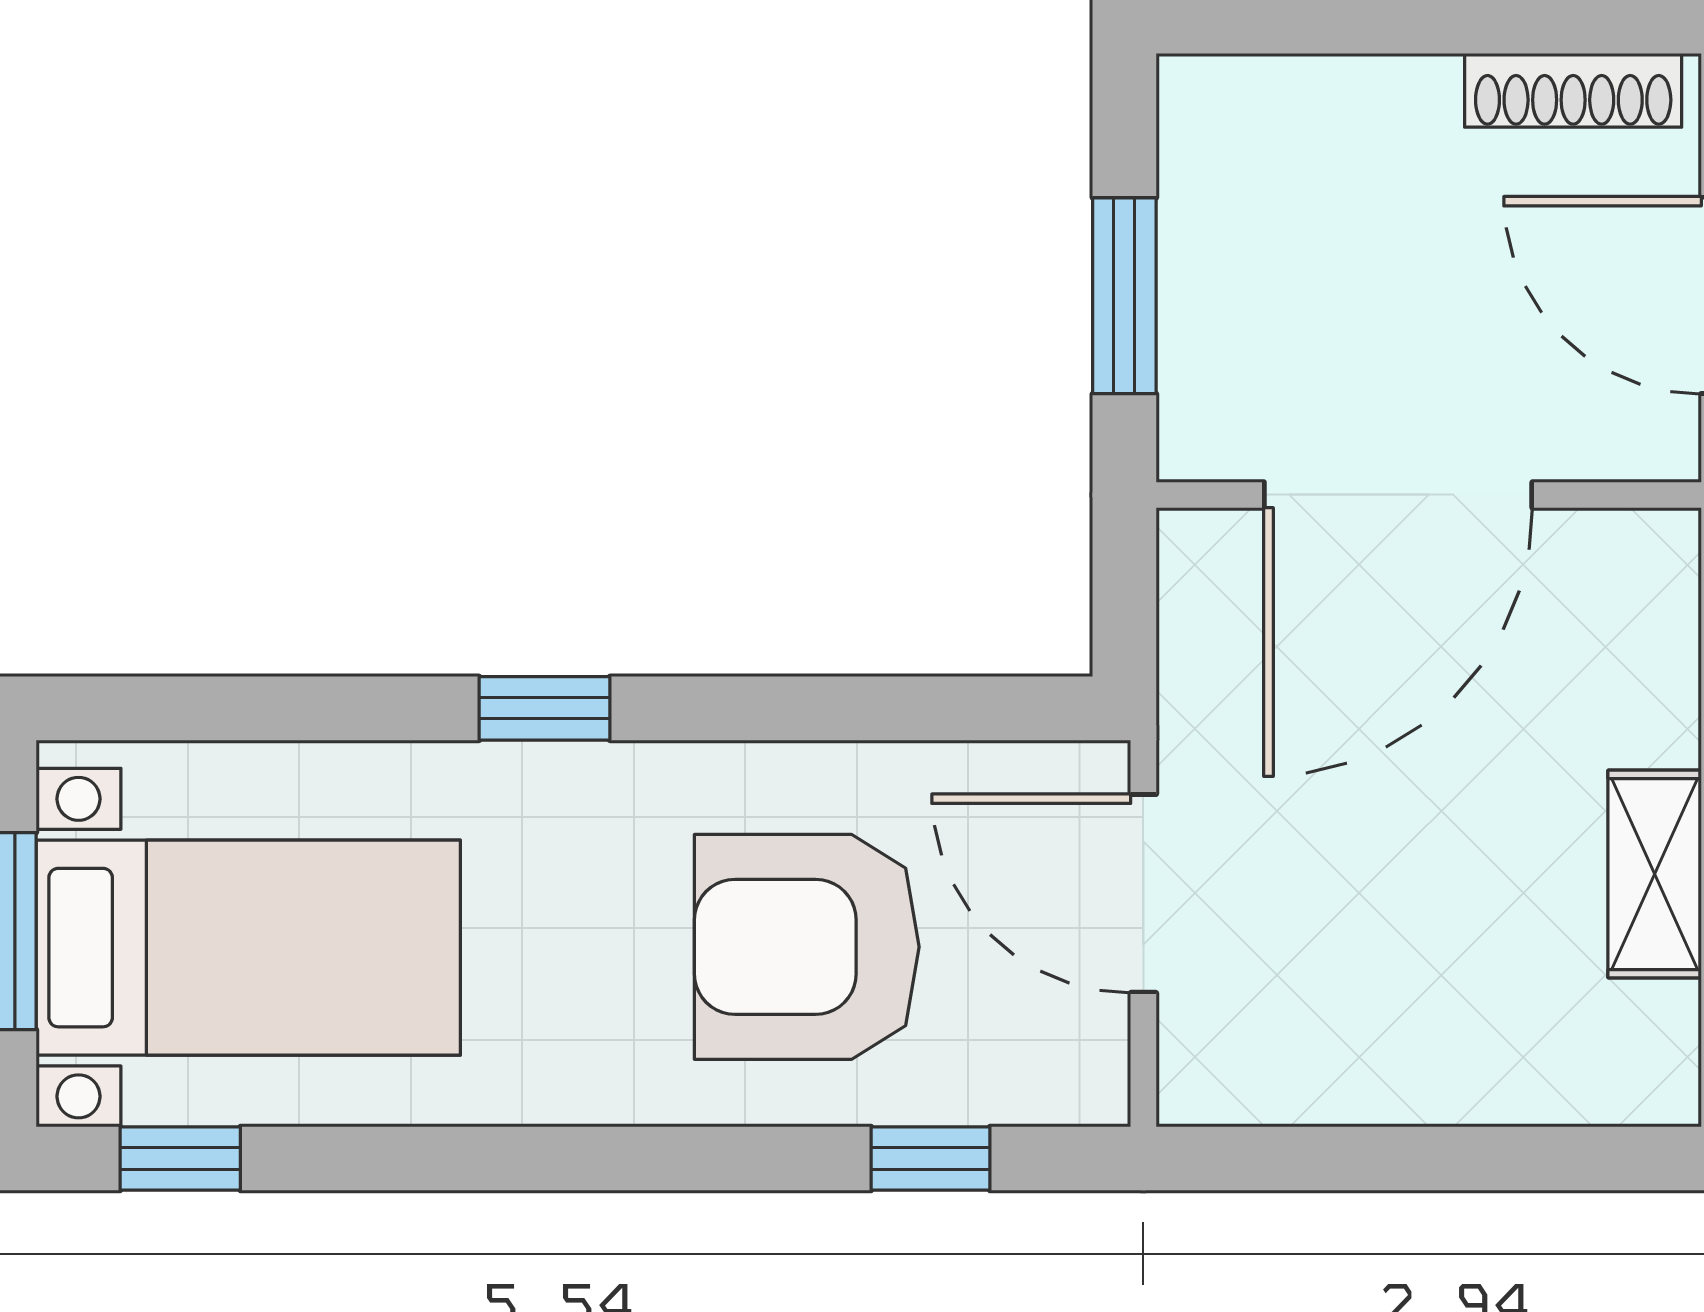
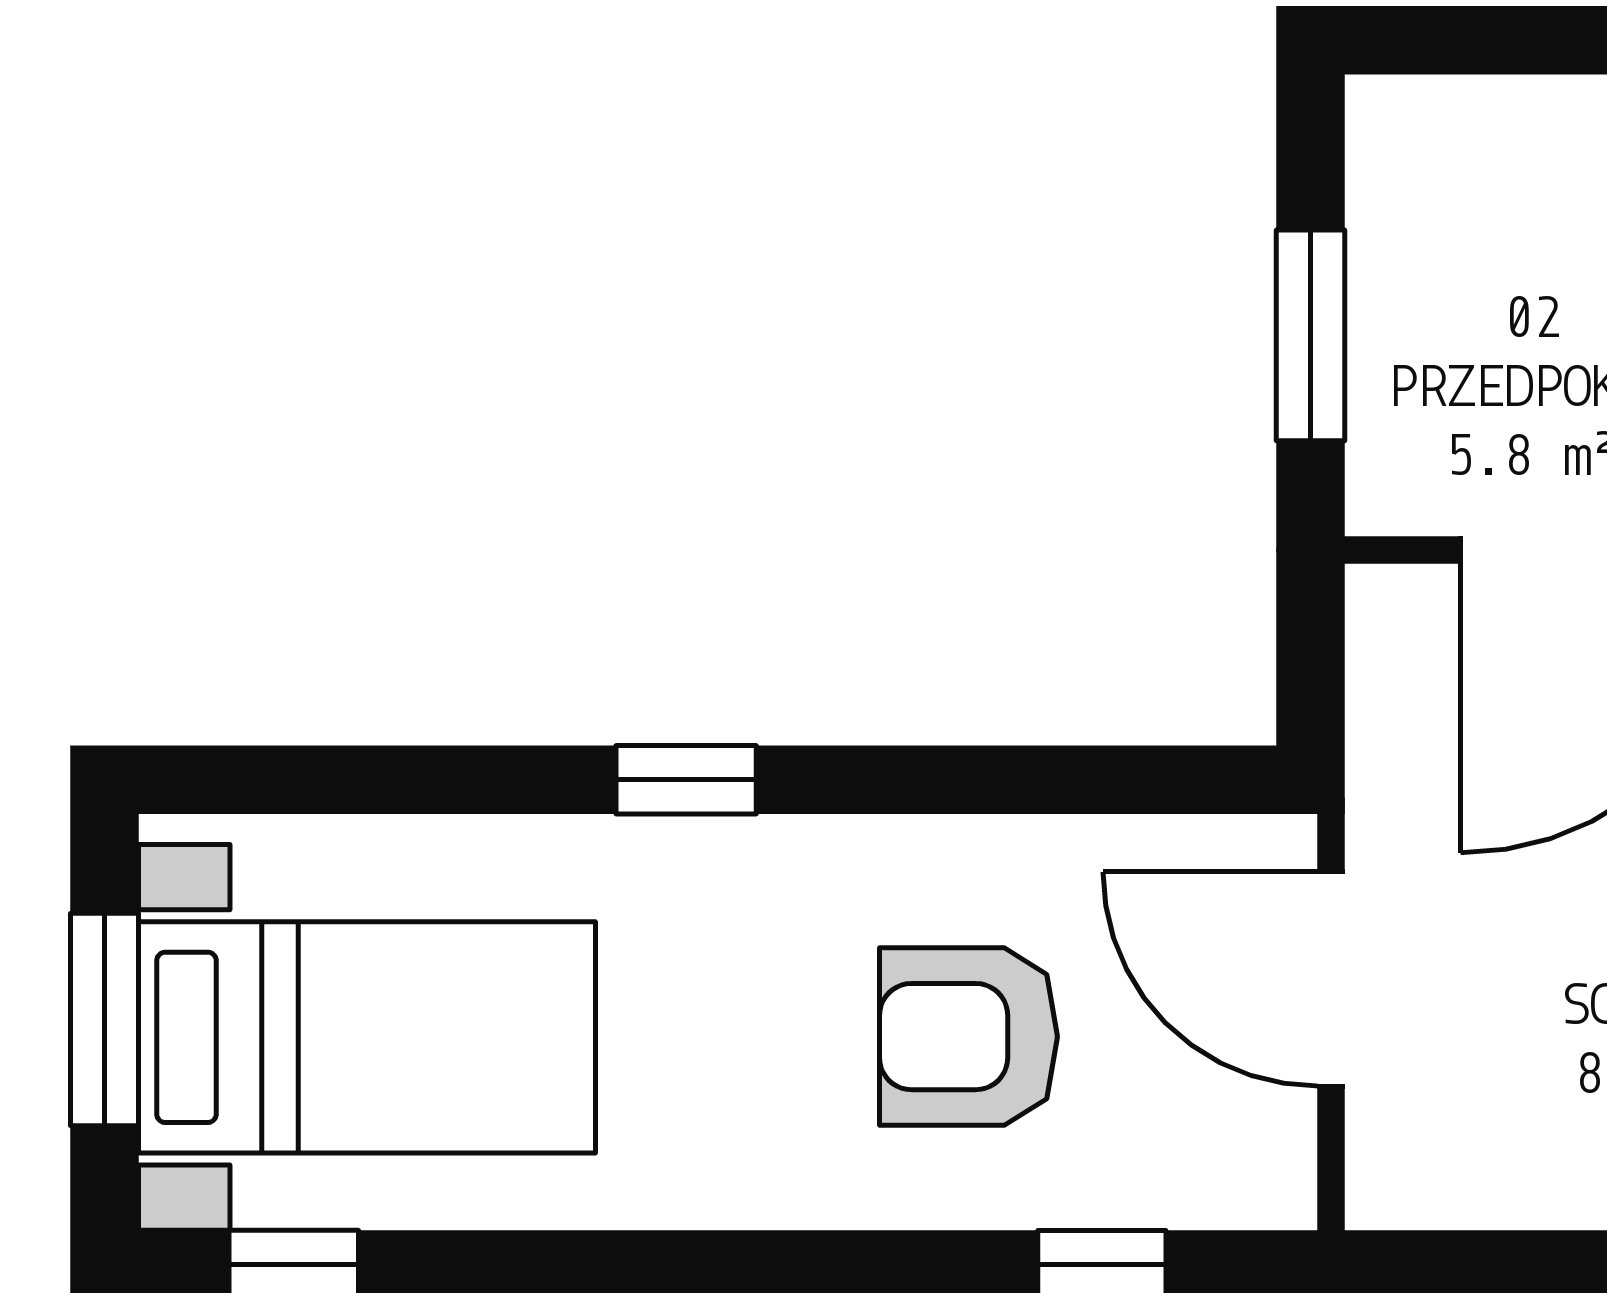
armchair: (807, 947) -> (968, 1037), width x0.73, depth x0.73

